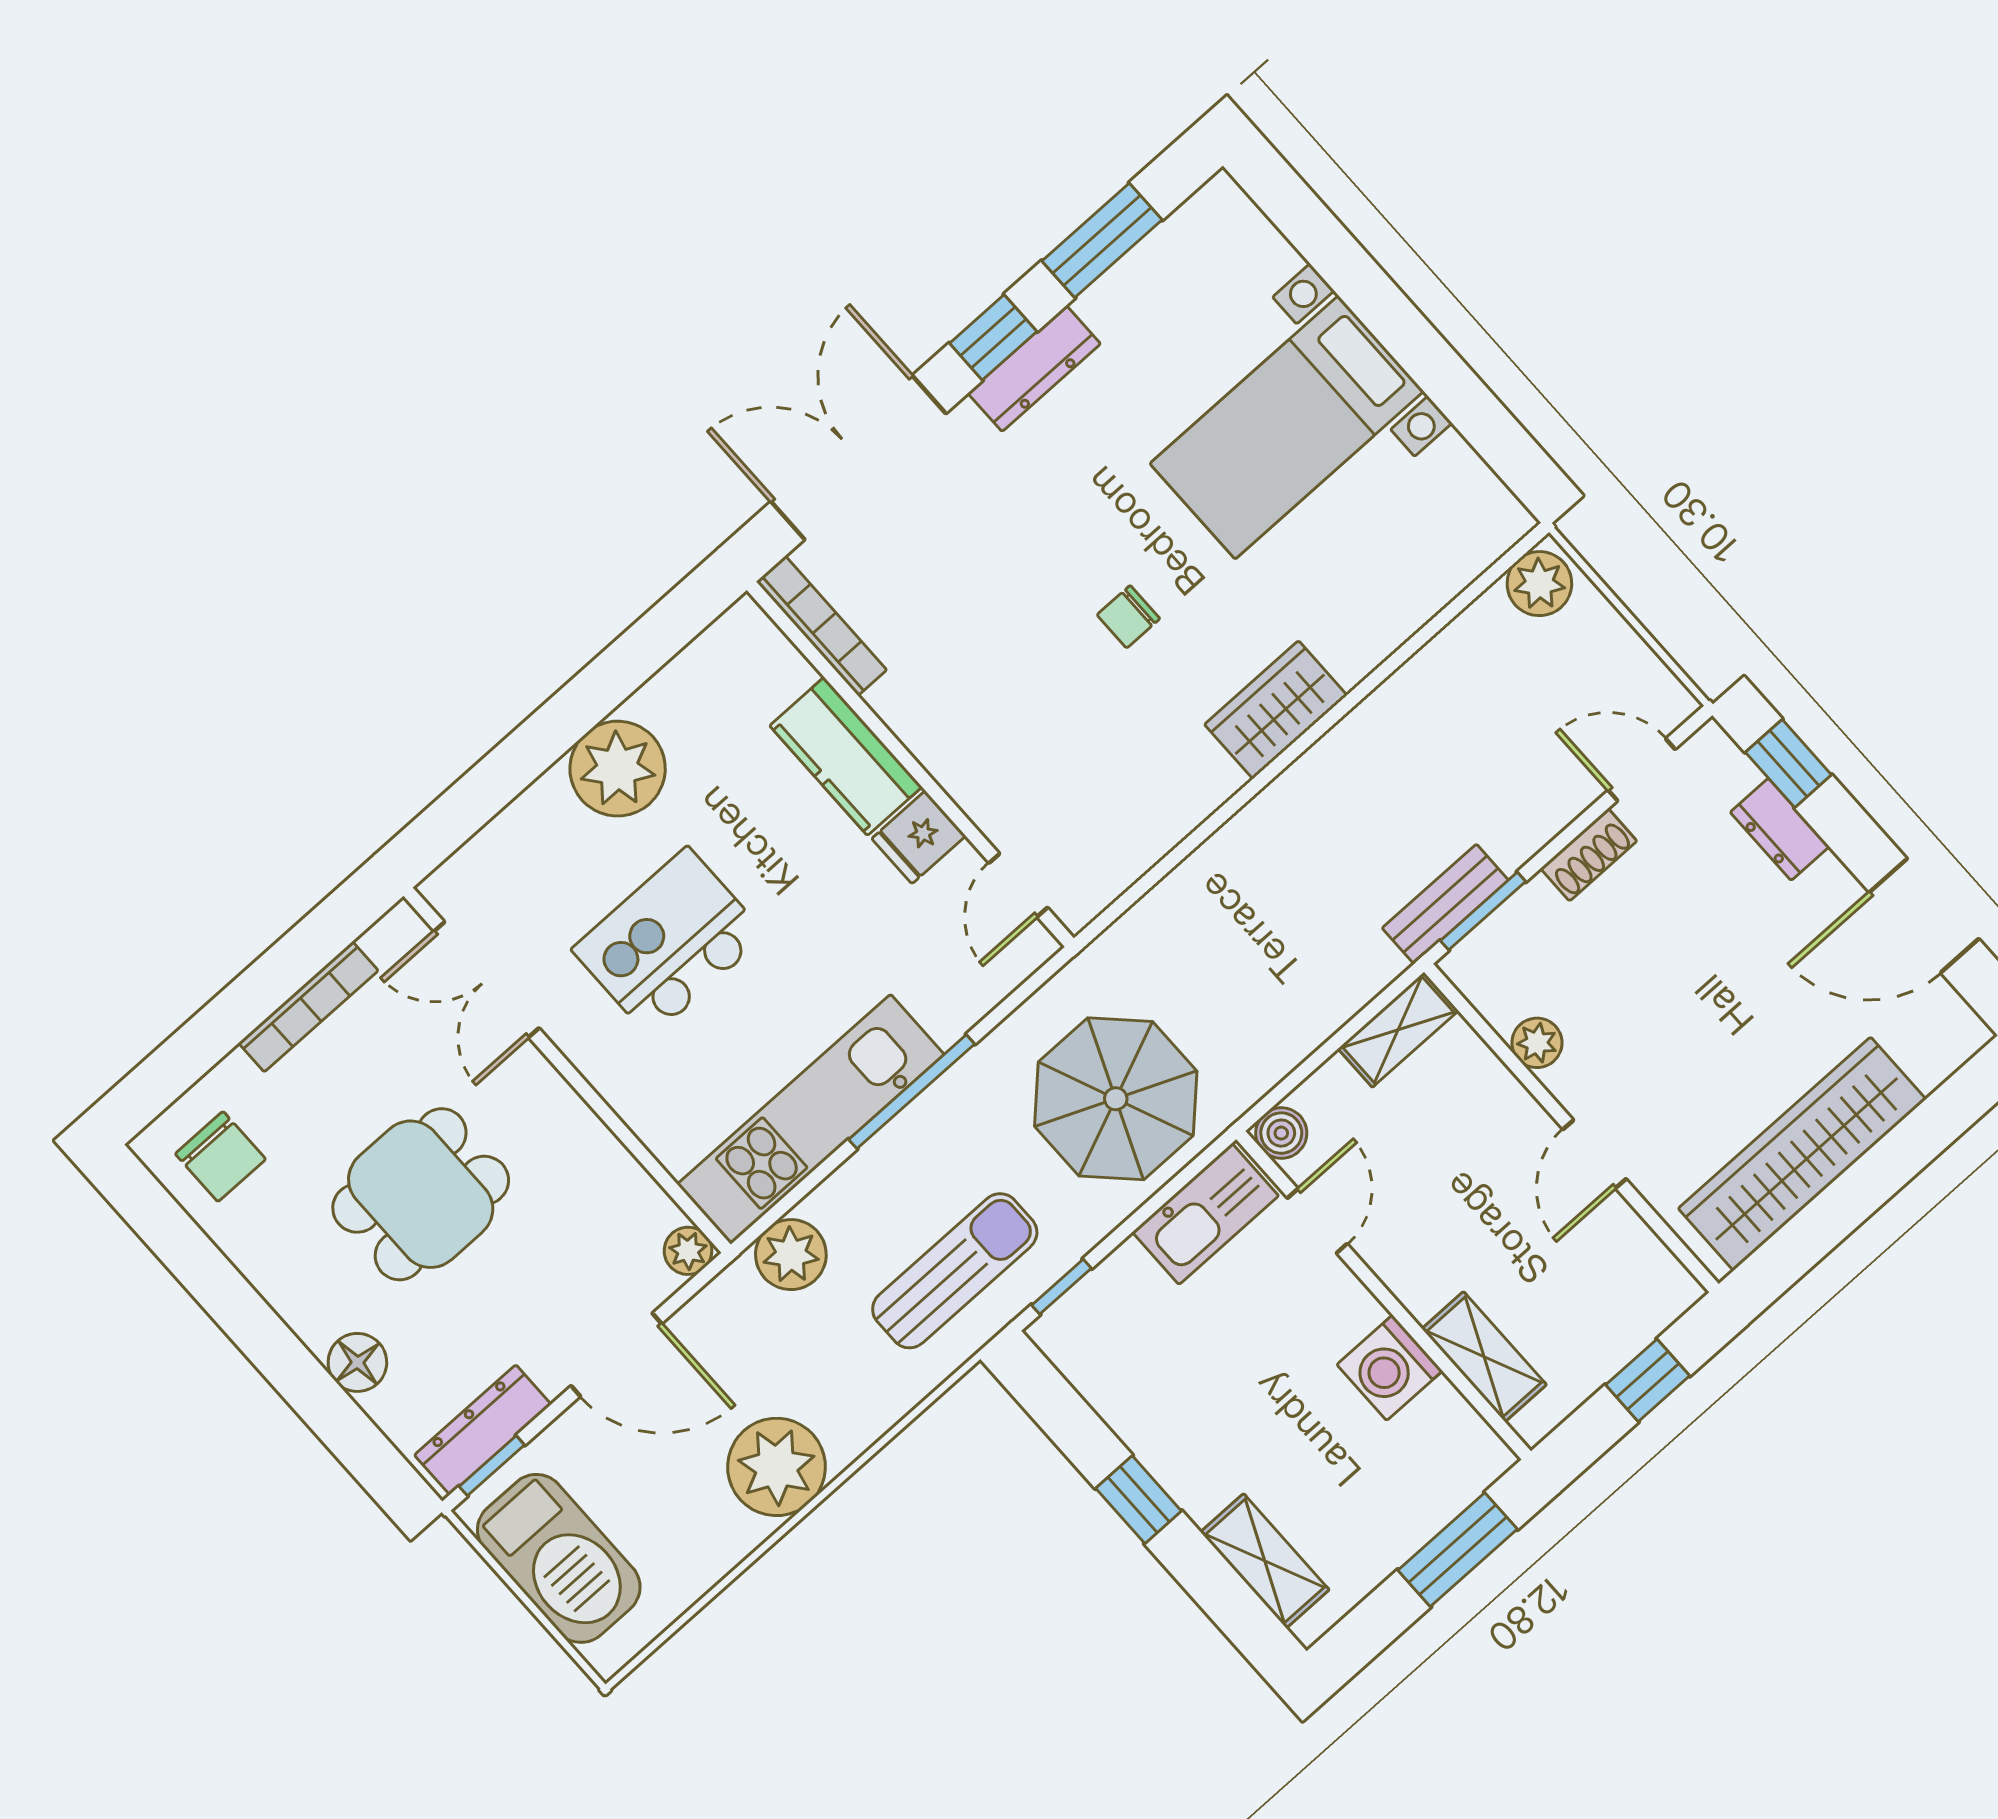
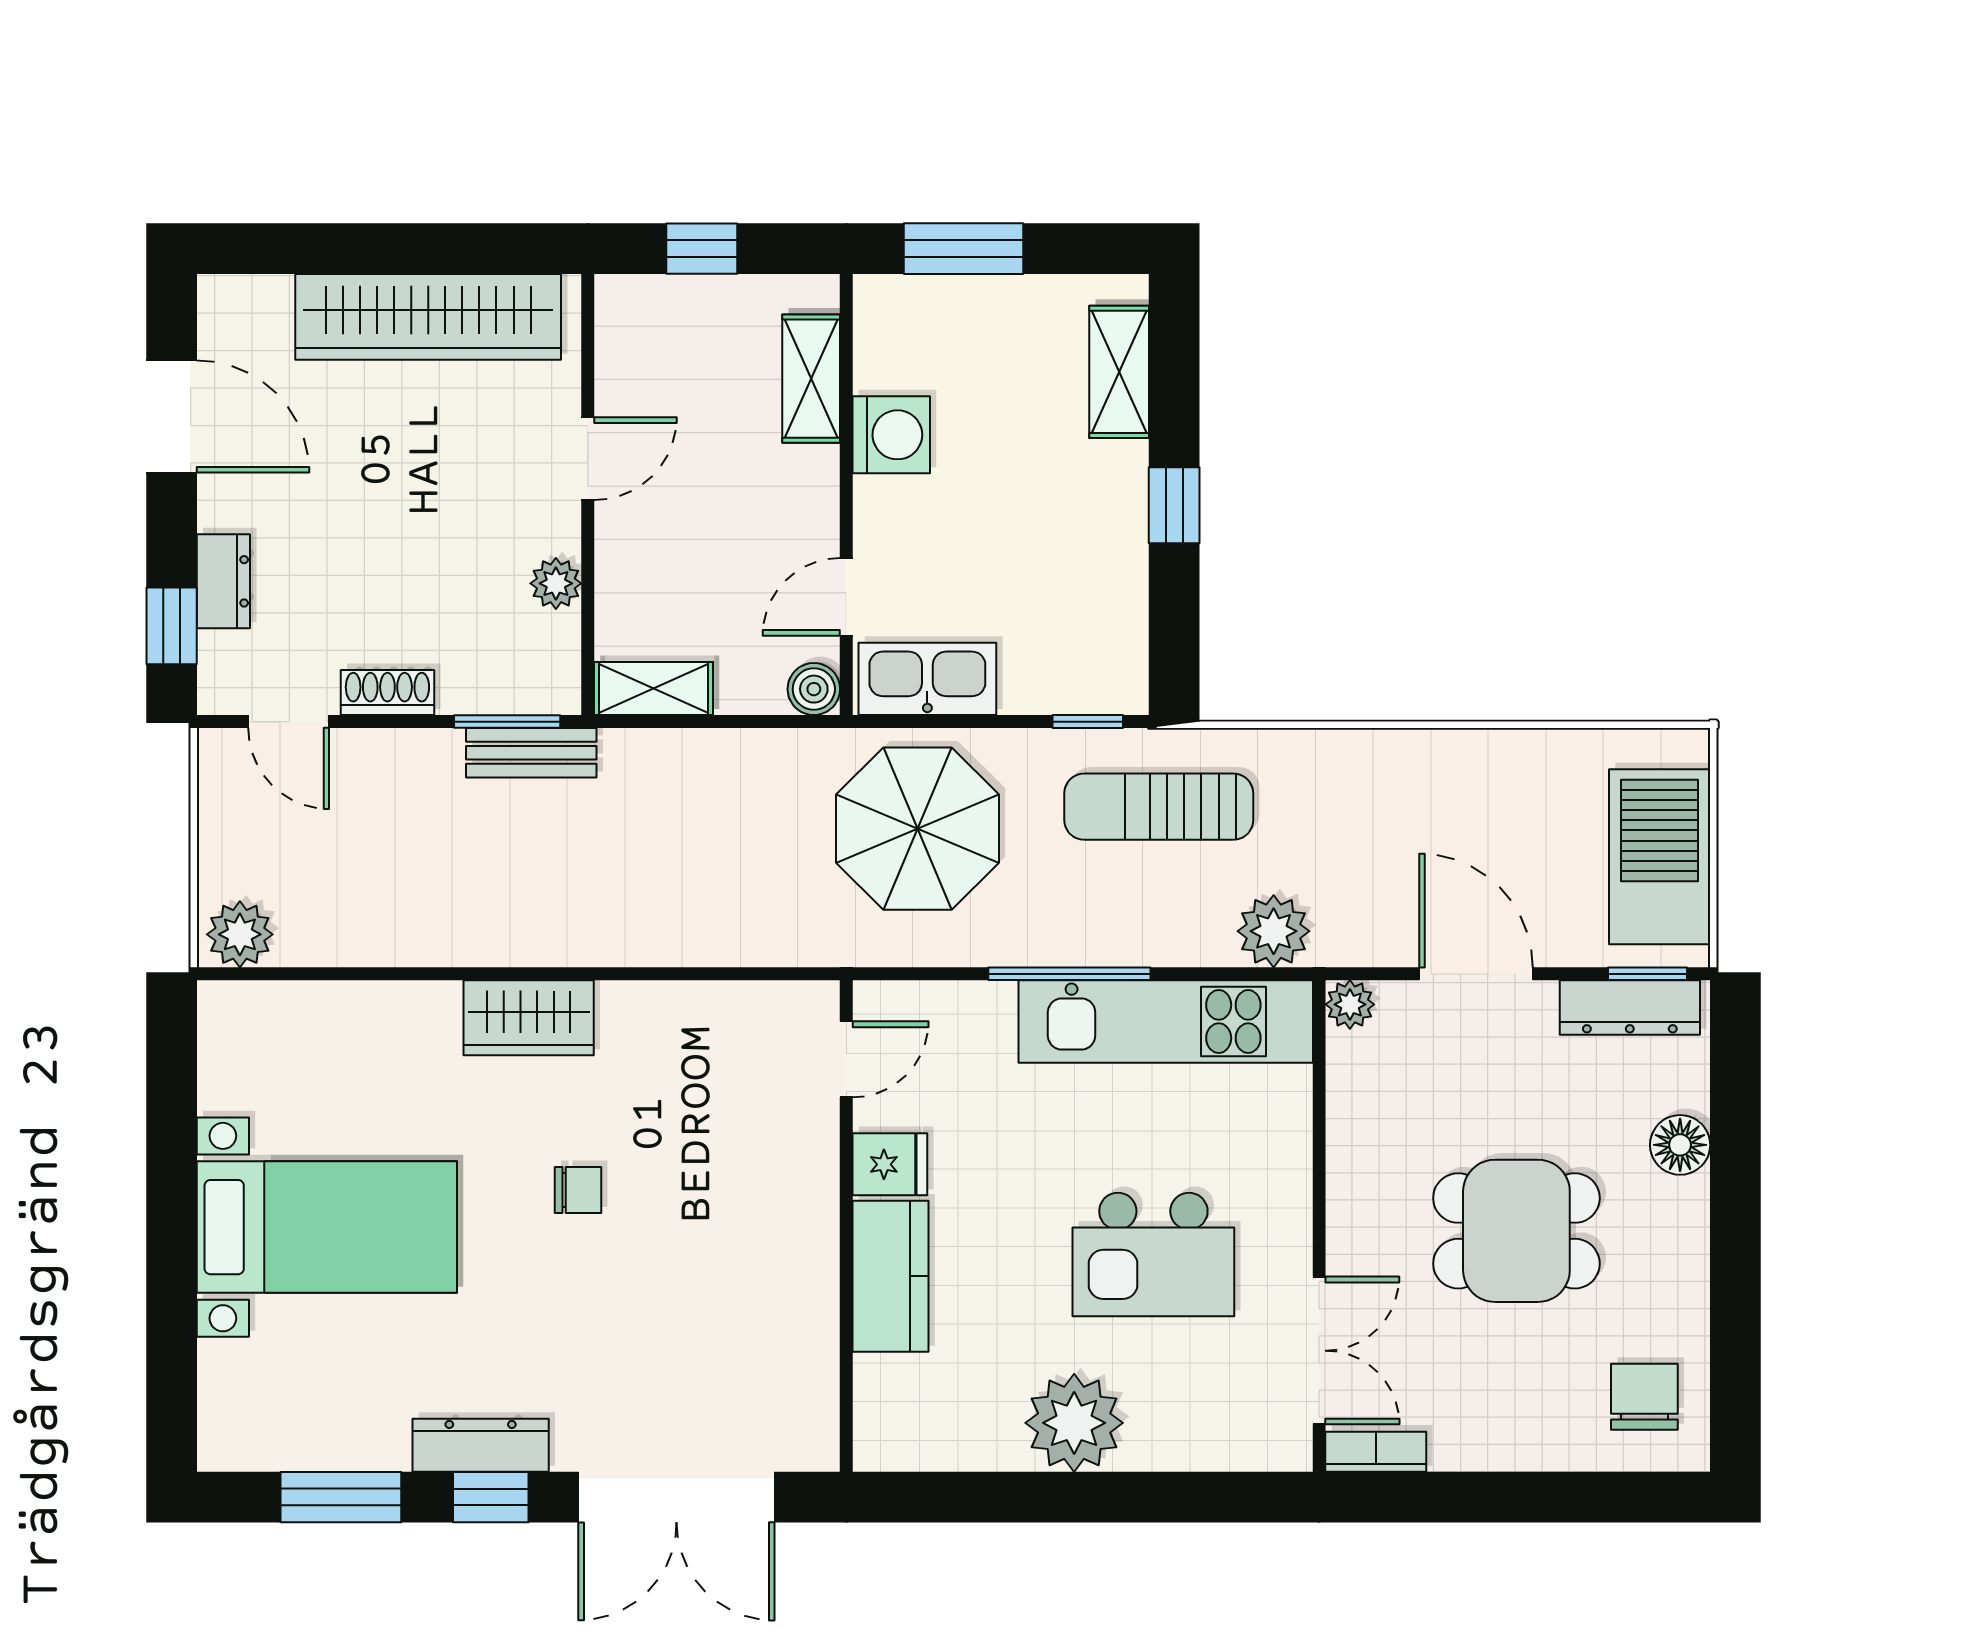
bookcase: (821, 626) -> (820, 1393), removed
bookcase: (308, 1007) -> (1376, 1452), moved, width x0.64
plant: (776, 1467) -> (1430, 778), removed

